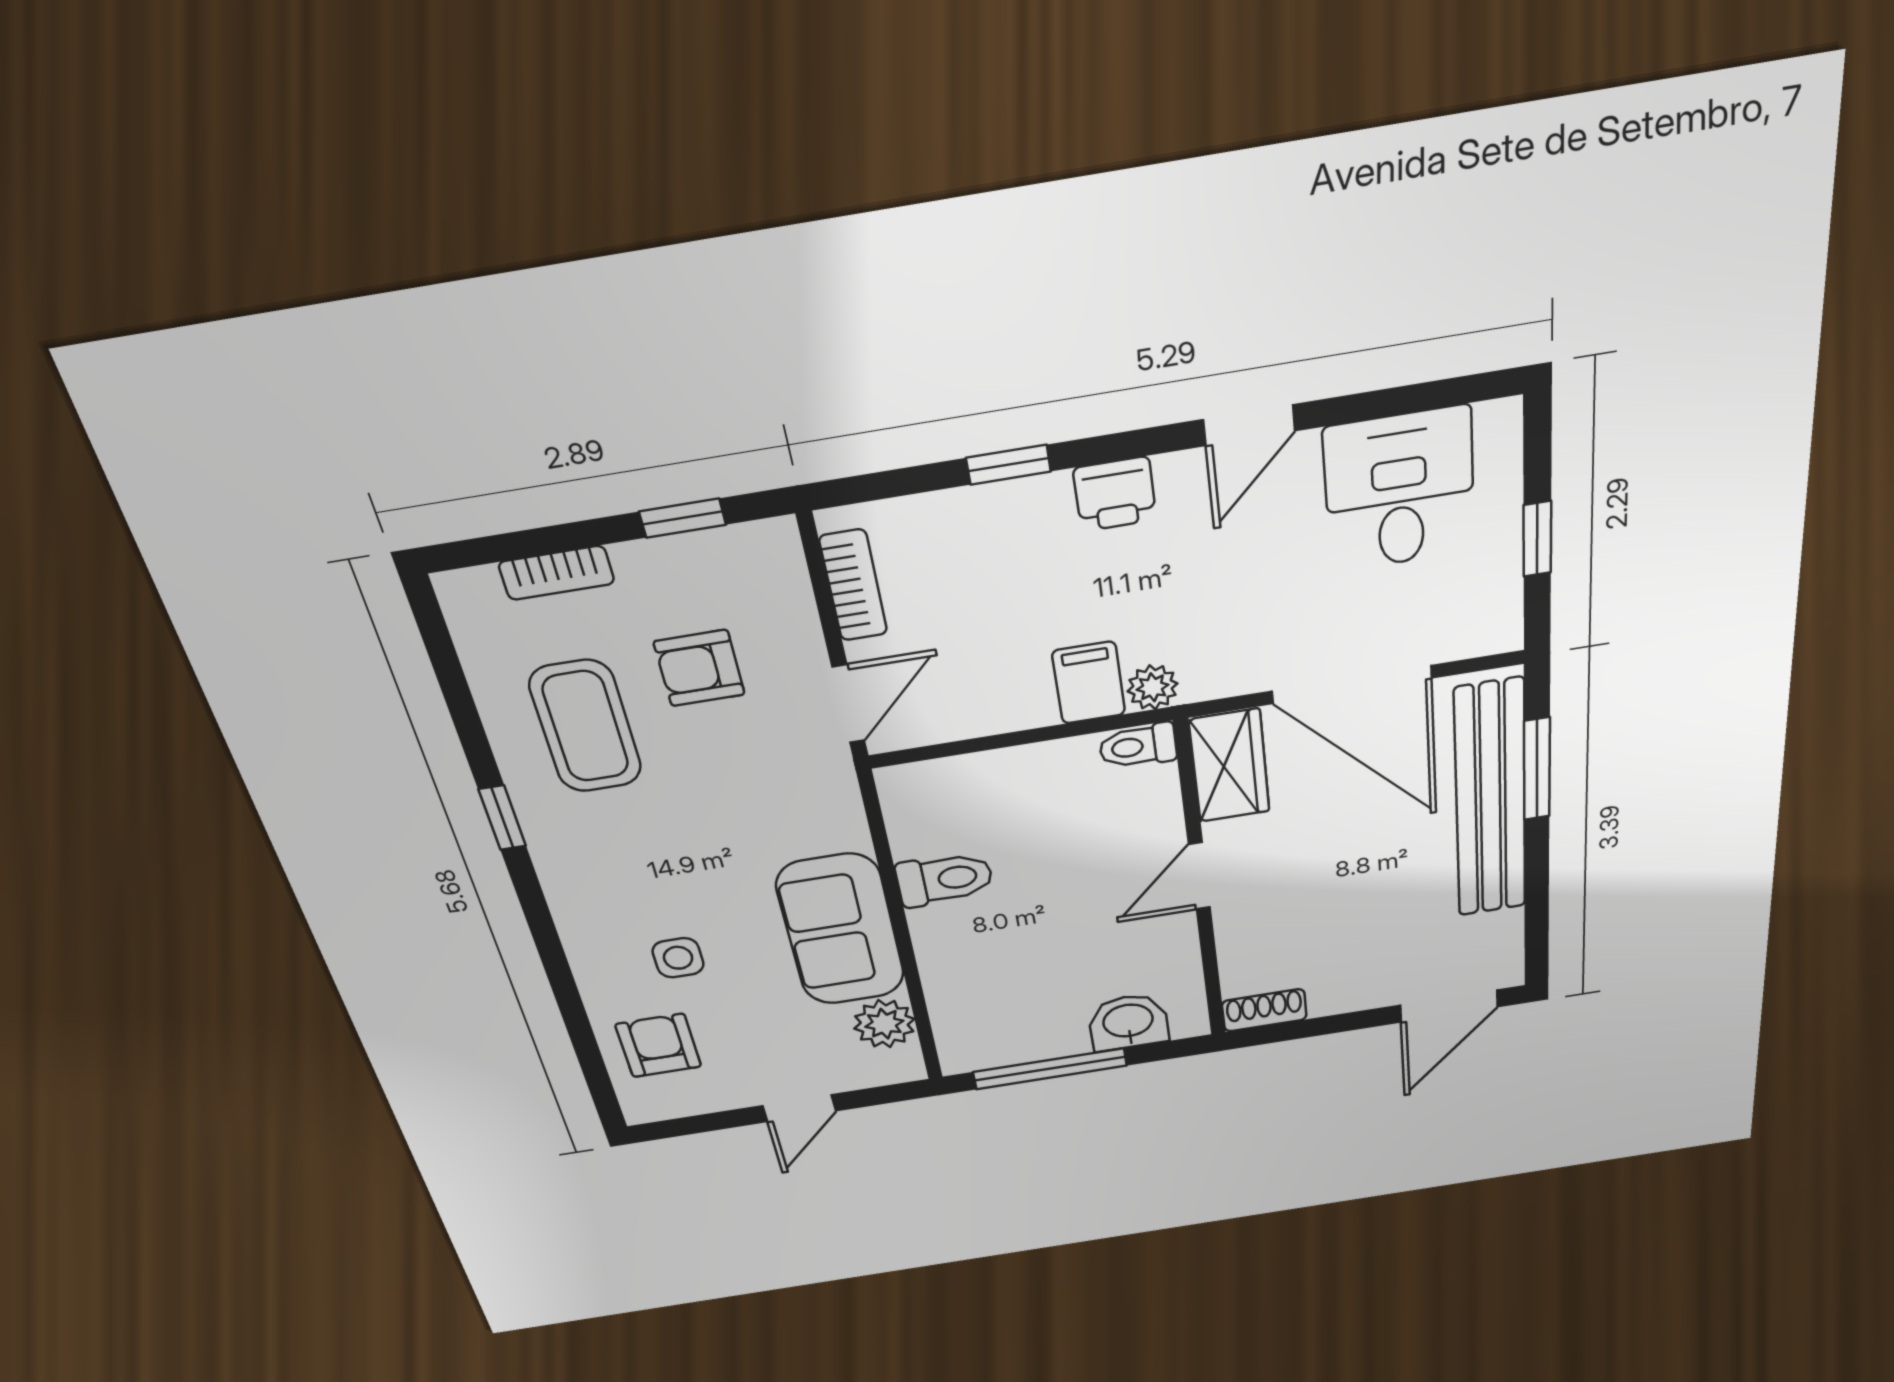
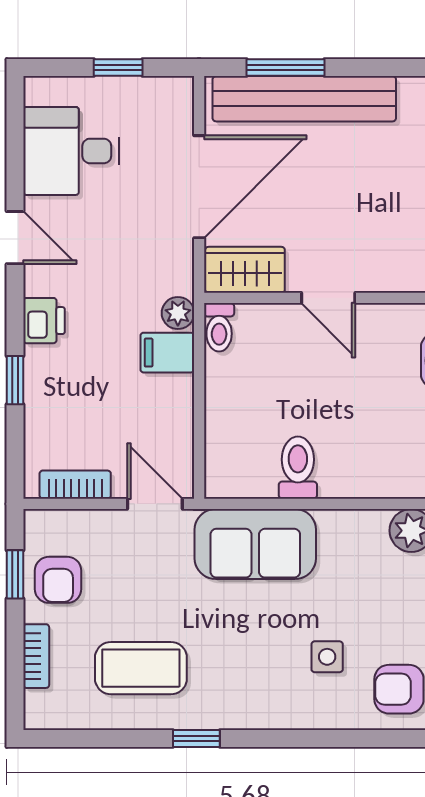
armchair: (699, 668) -> (58, 580), moved
sofa: (841, 930) -> (255, 544), moved

